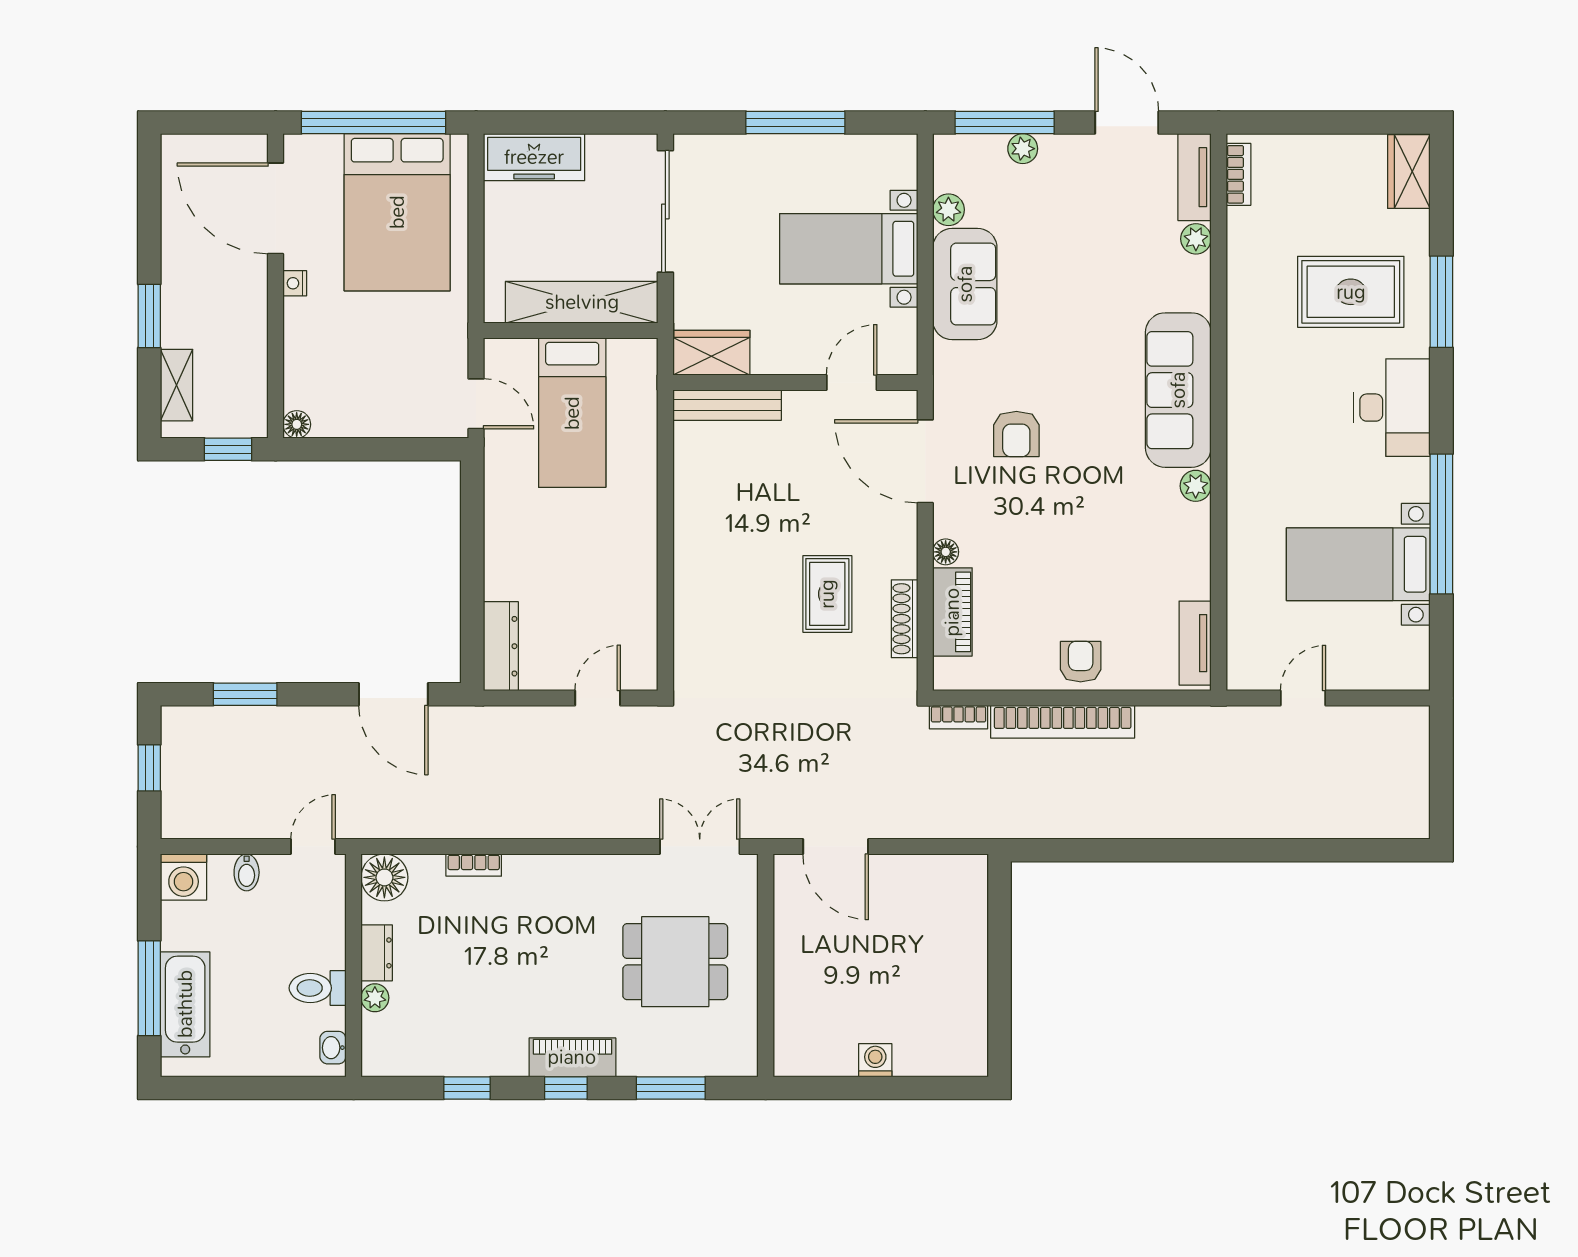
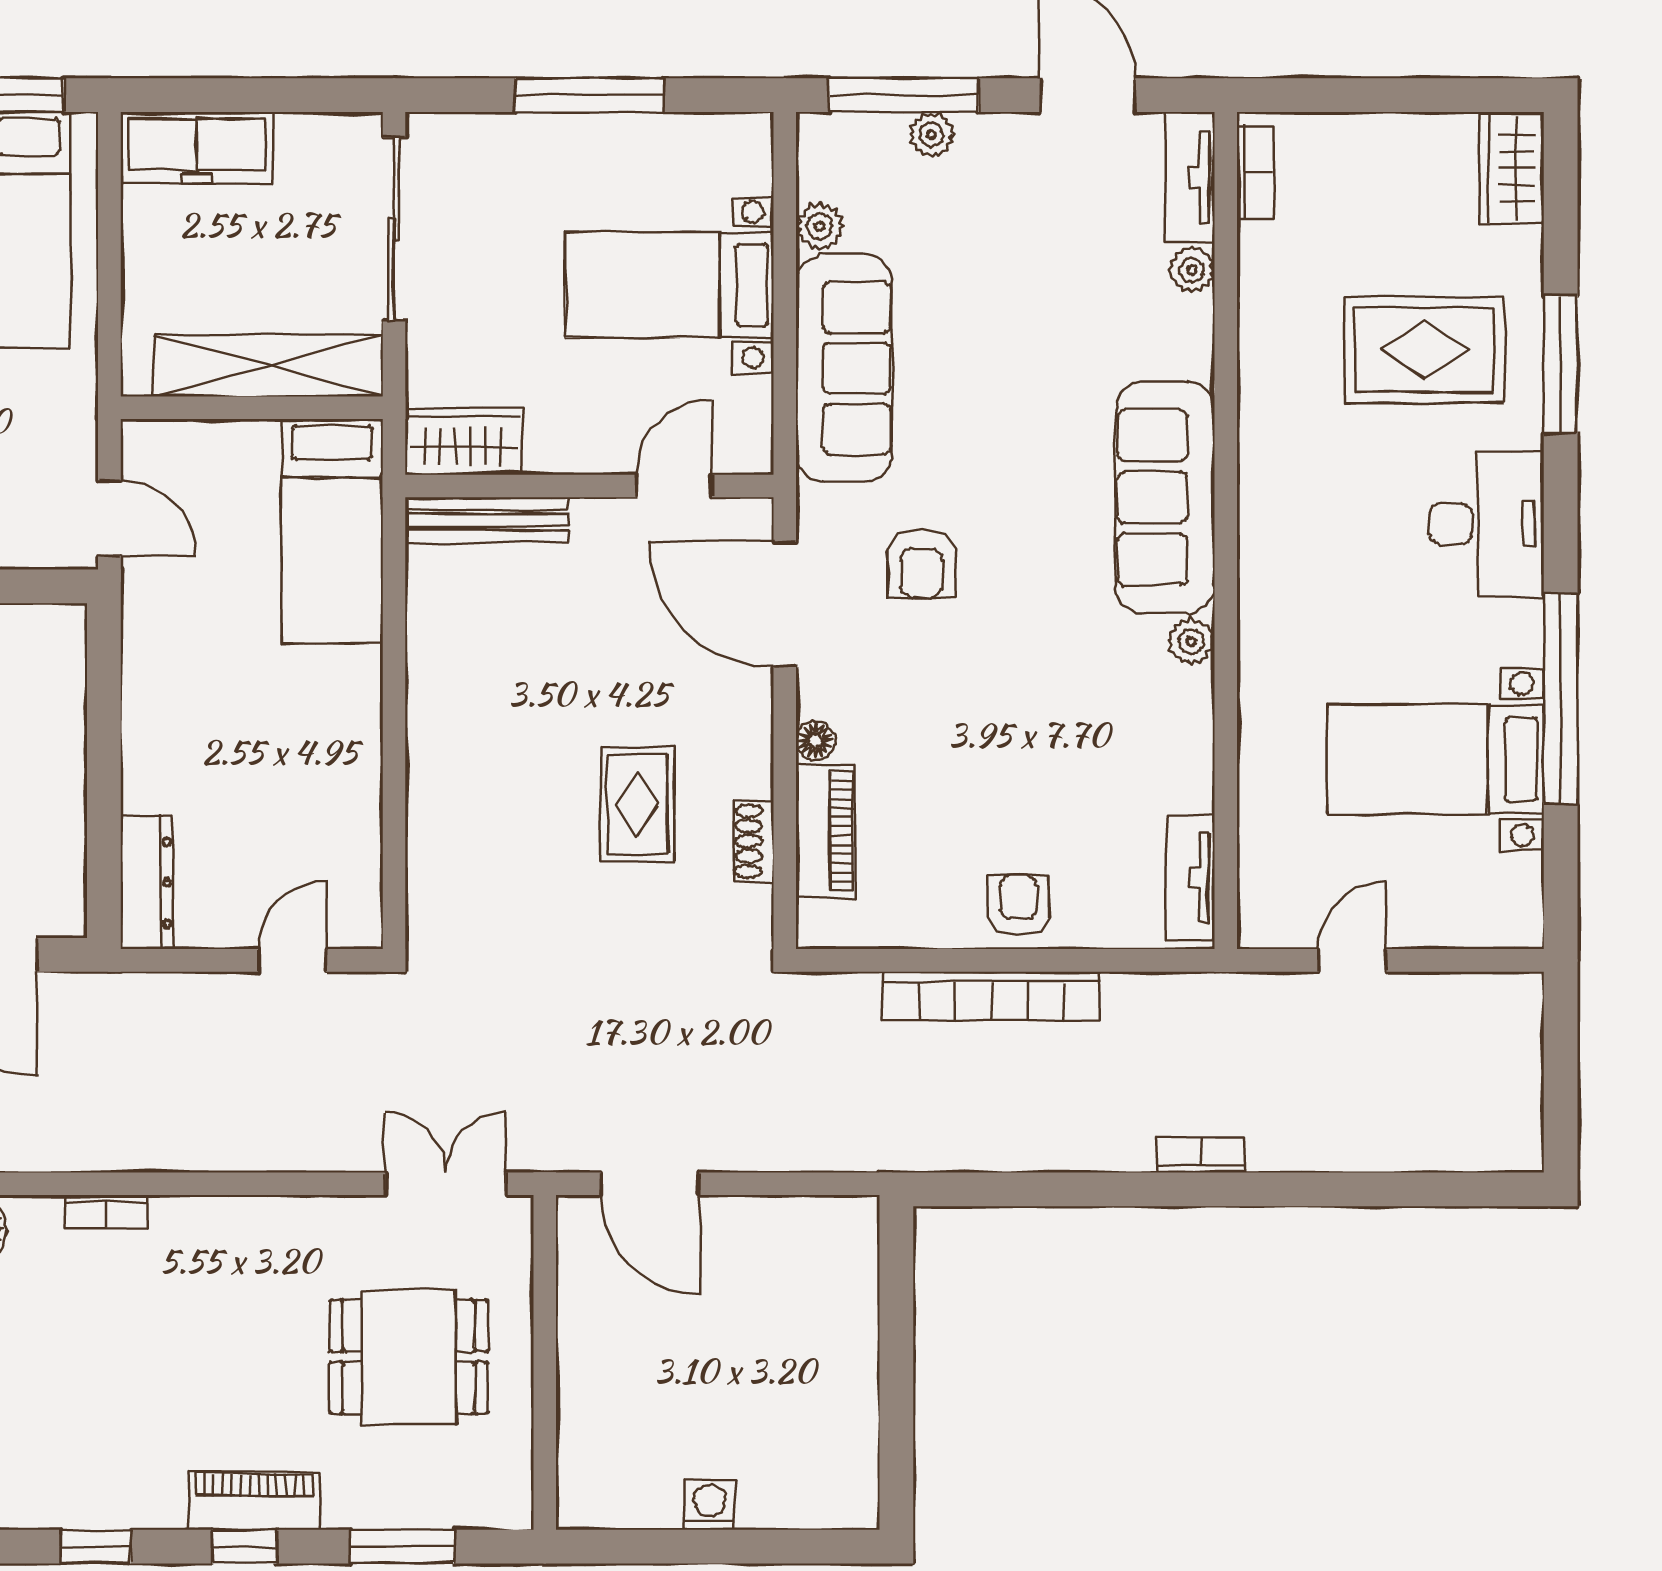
sofa: (965, 284) -> (844, 368), width x1.36
bed: (572, 413) -> (332, 531), moved
shoe rack: (905, 619) -> (754, 841), width x0.70
bookcase: (959, 717) -> (1200, 1155), moved, turned 180

